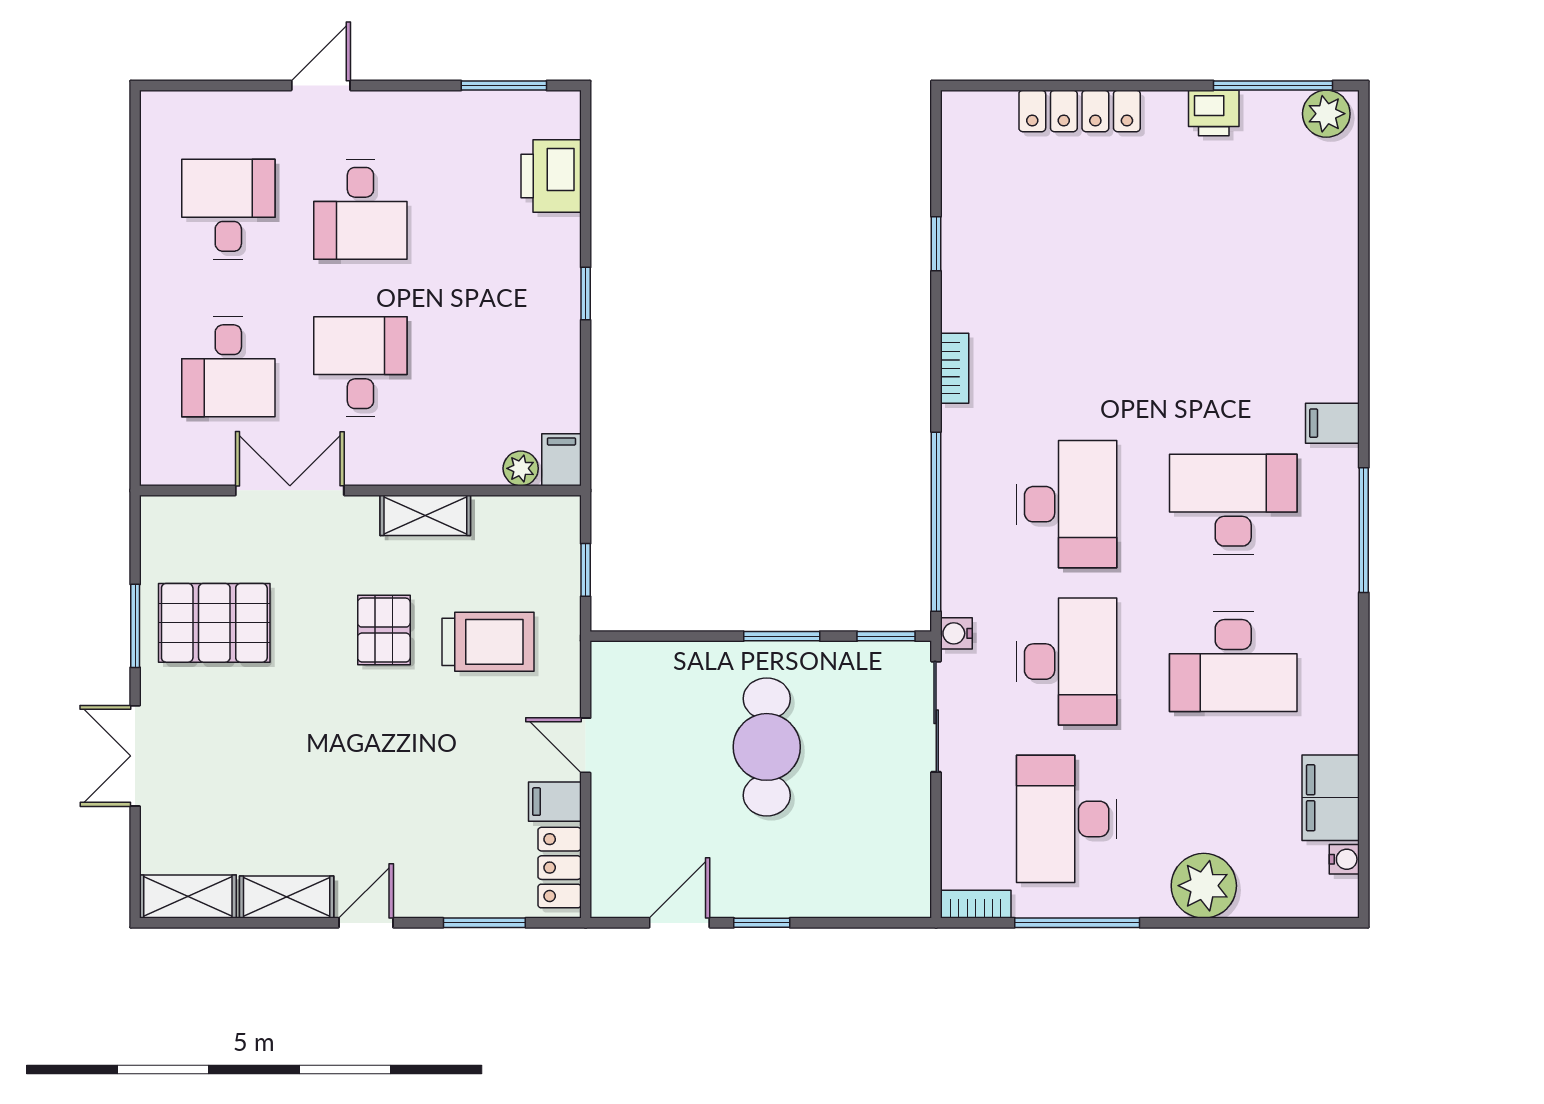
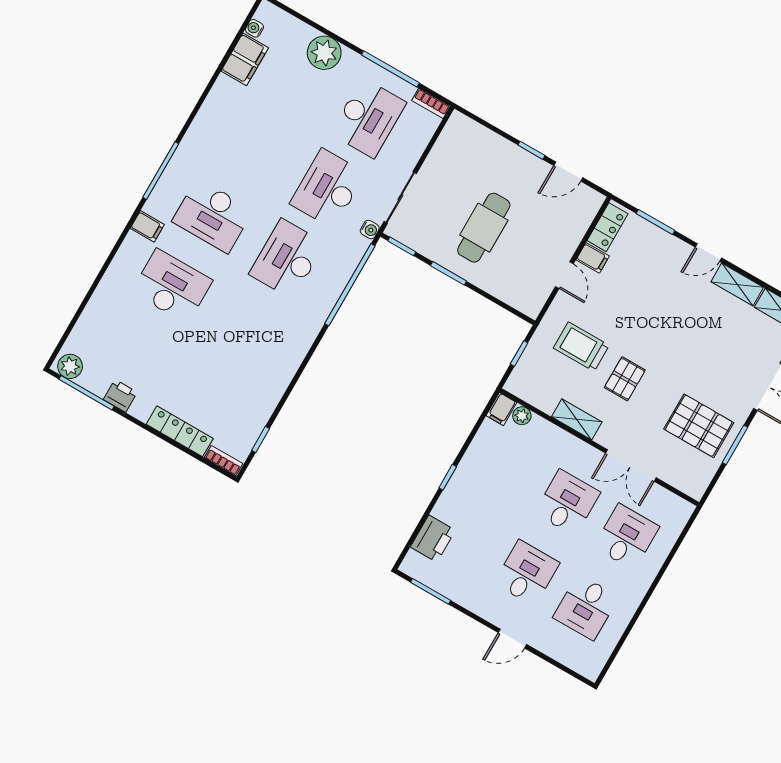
window: (936, 244) -> (261, 440), moved
desk: (360, 367) -> (567, 503), turned 180
bookcase: (955, 368) -> (223, 461), moved, turned 90
desk: (1233, 662) -> (172, 286), moved

